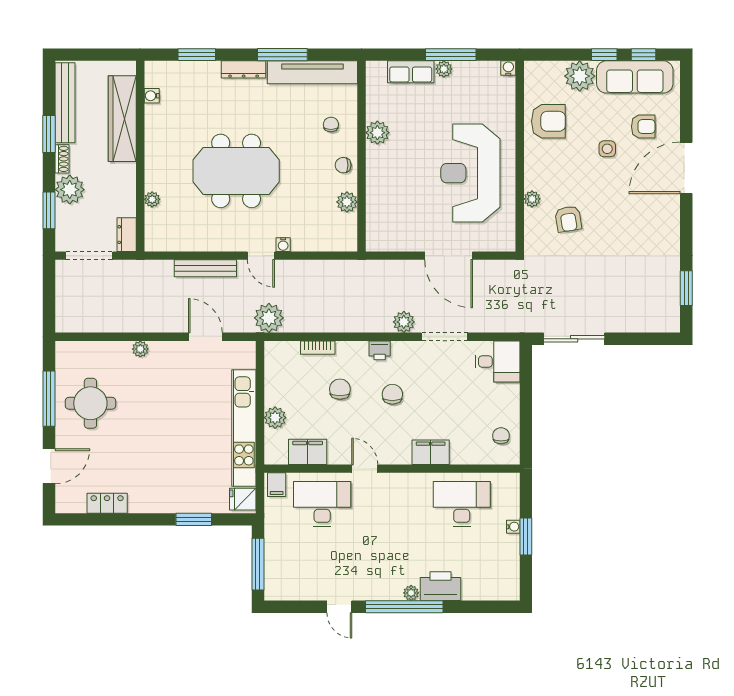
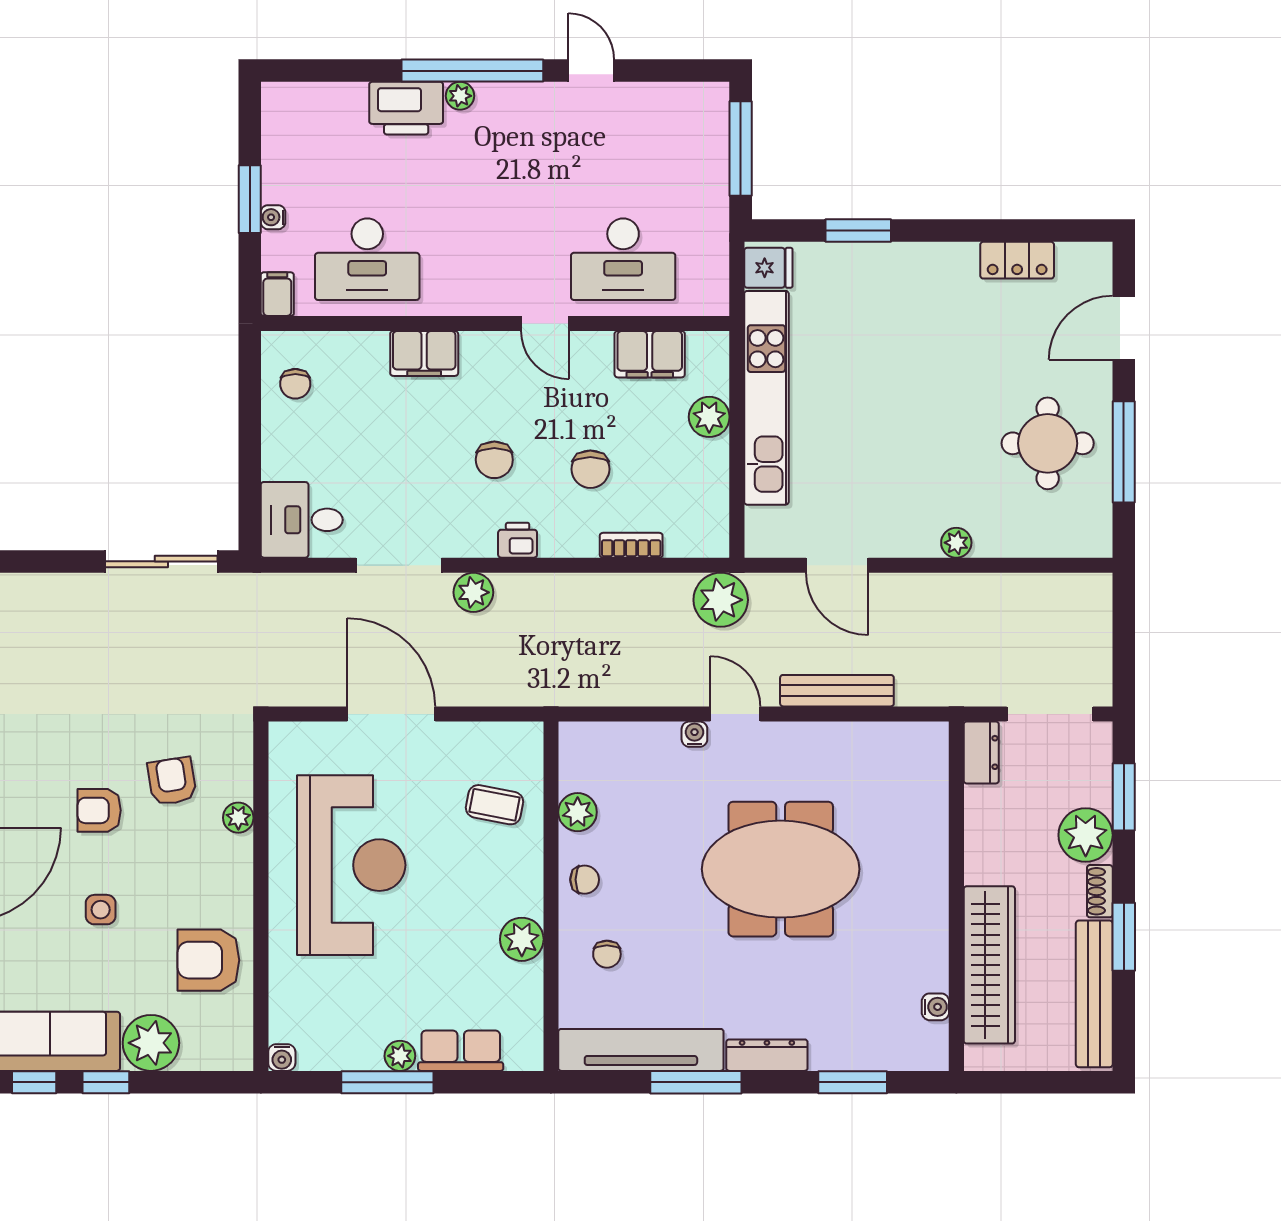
armchair: (643, 127) -> (99, 810), moved
plant: (152, 199) -> (934, 817), removed
coffee table: (392, 206) -> (495, 805), added
filing cabinet: (277, 485) -> (277, 294), moved

